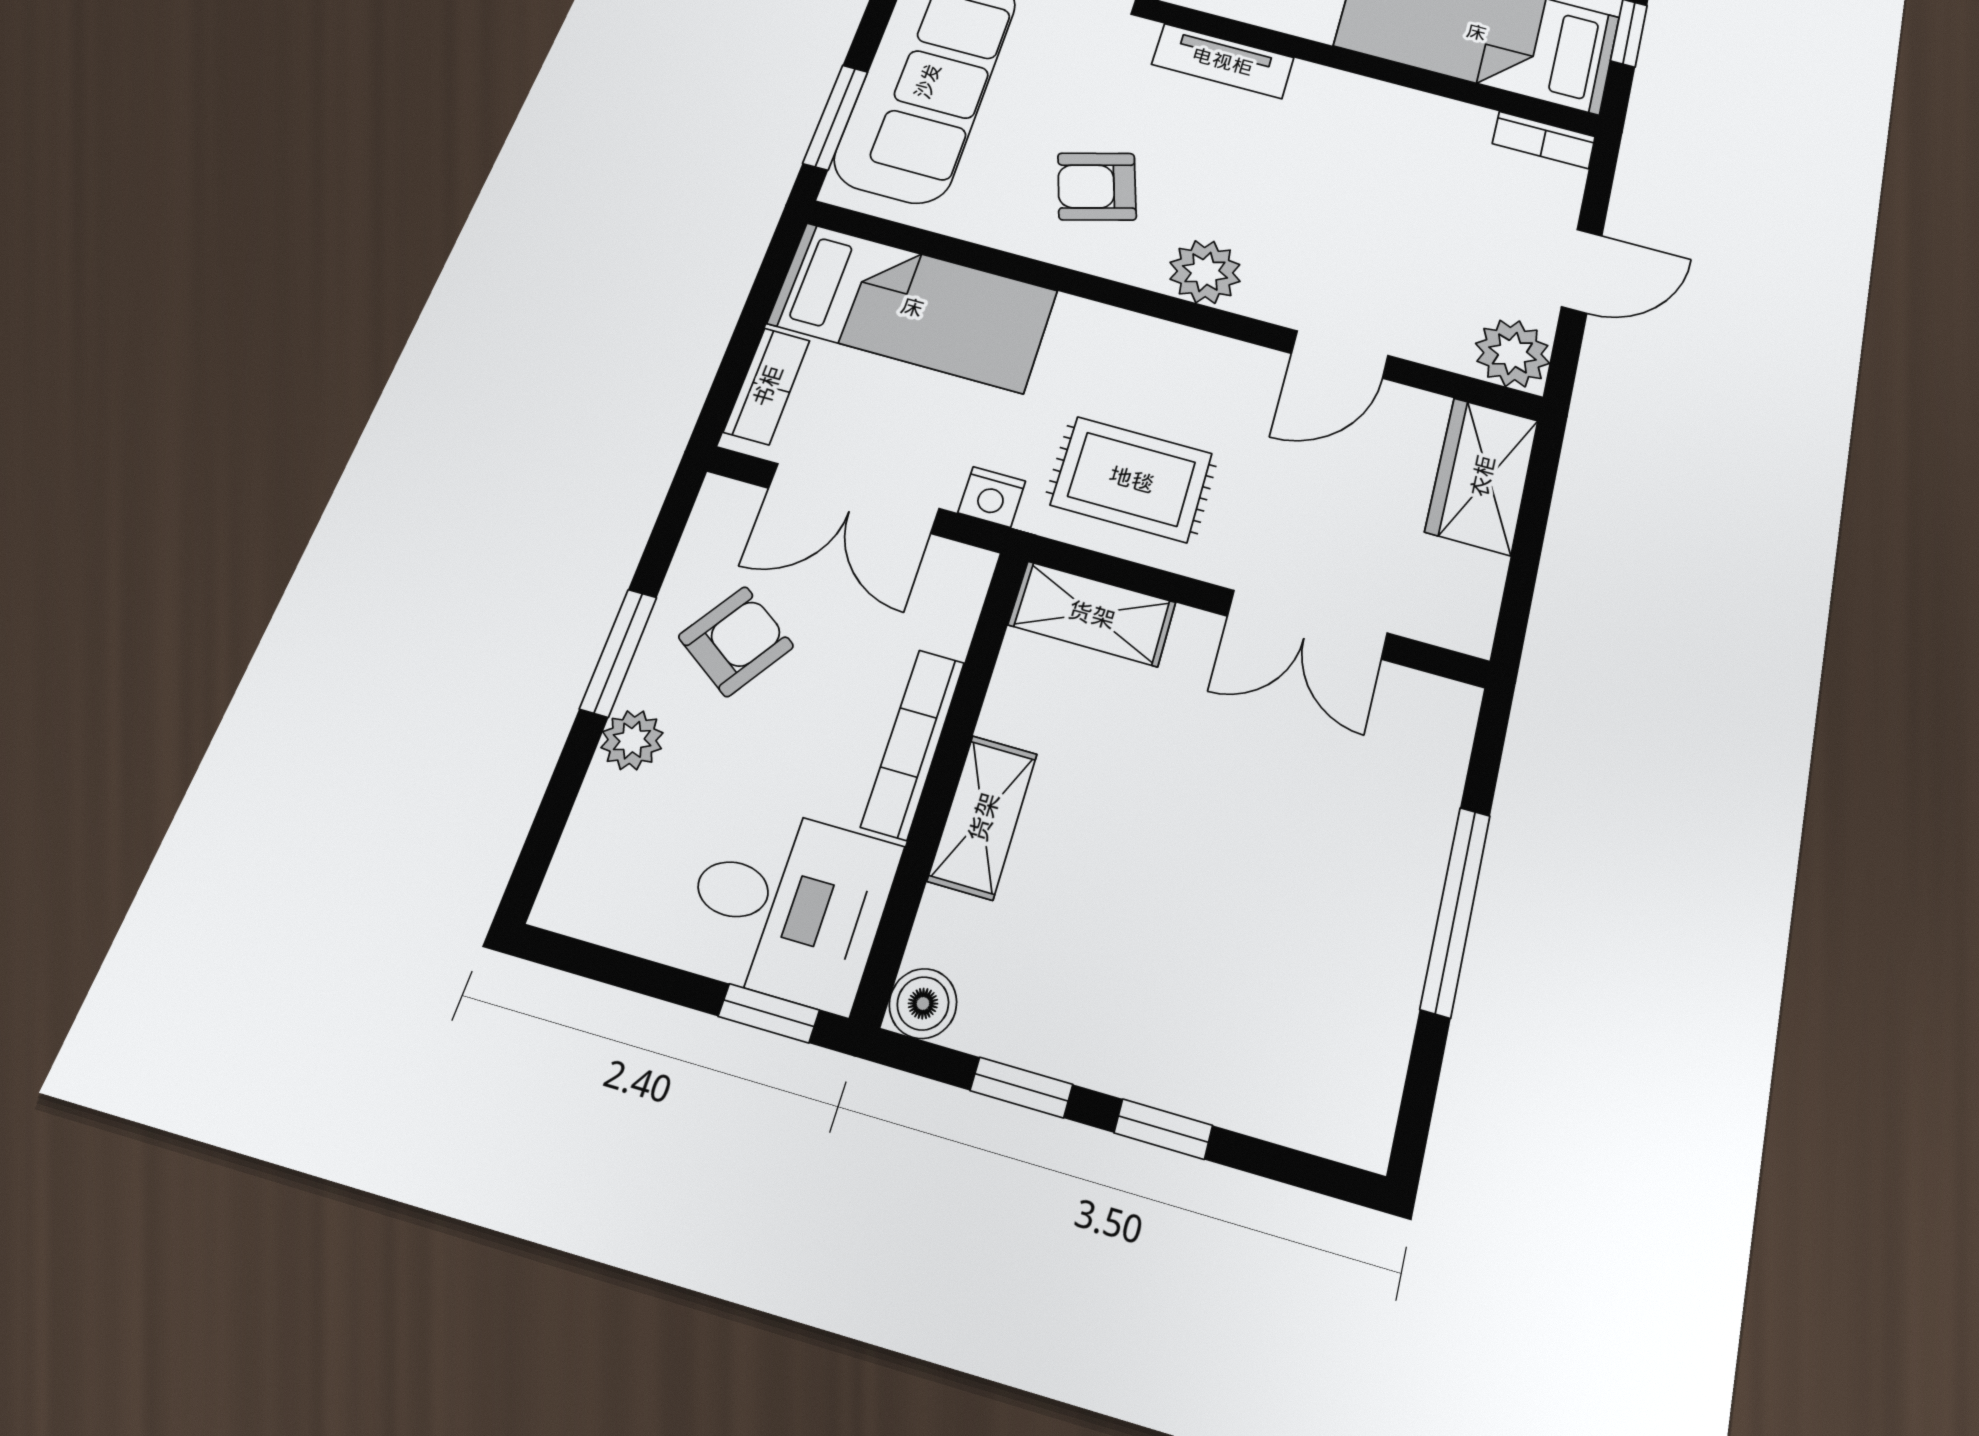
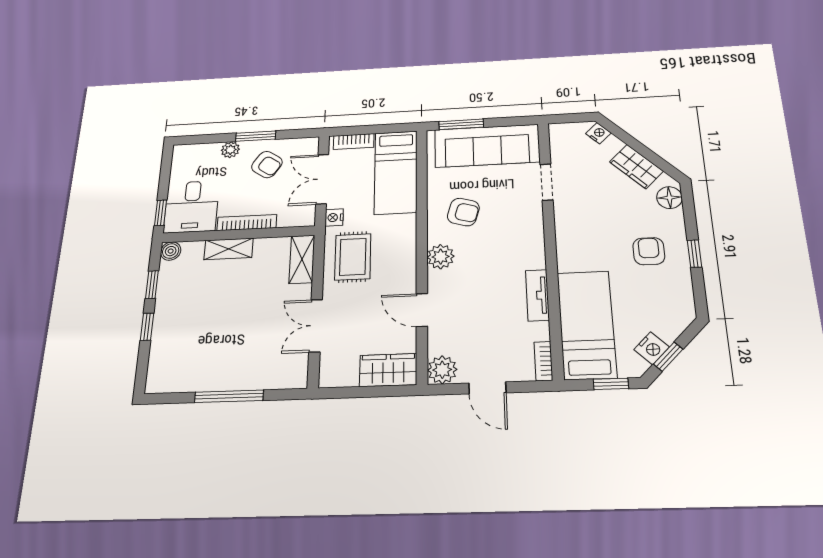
tv unit: (1223, 61) -> (537, 295), moved
armchair: (1097, 186) -> (463, 212), turned 123

